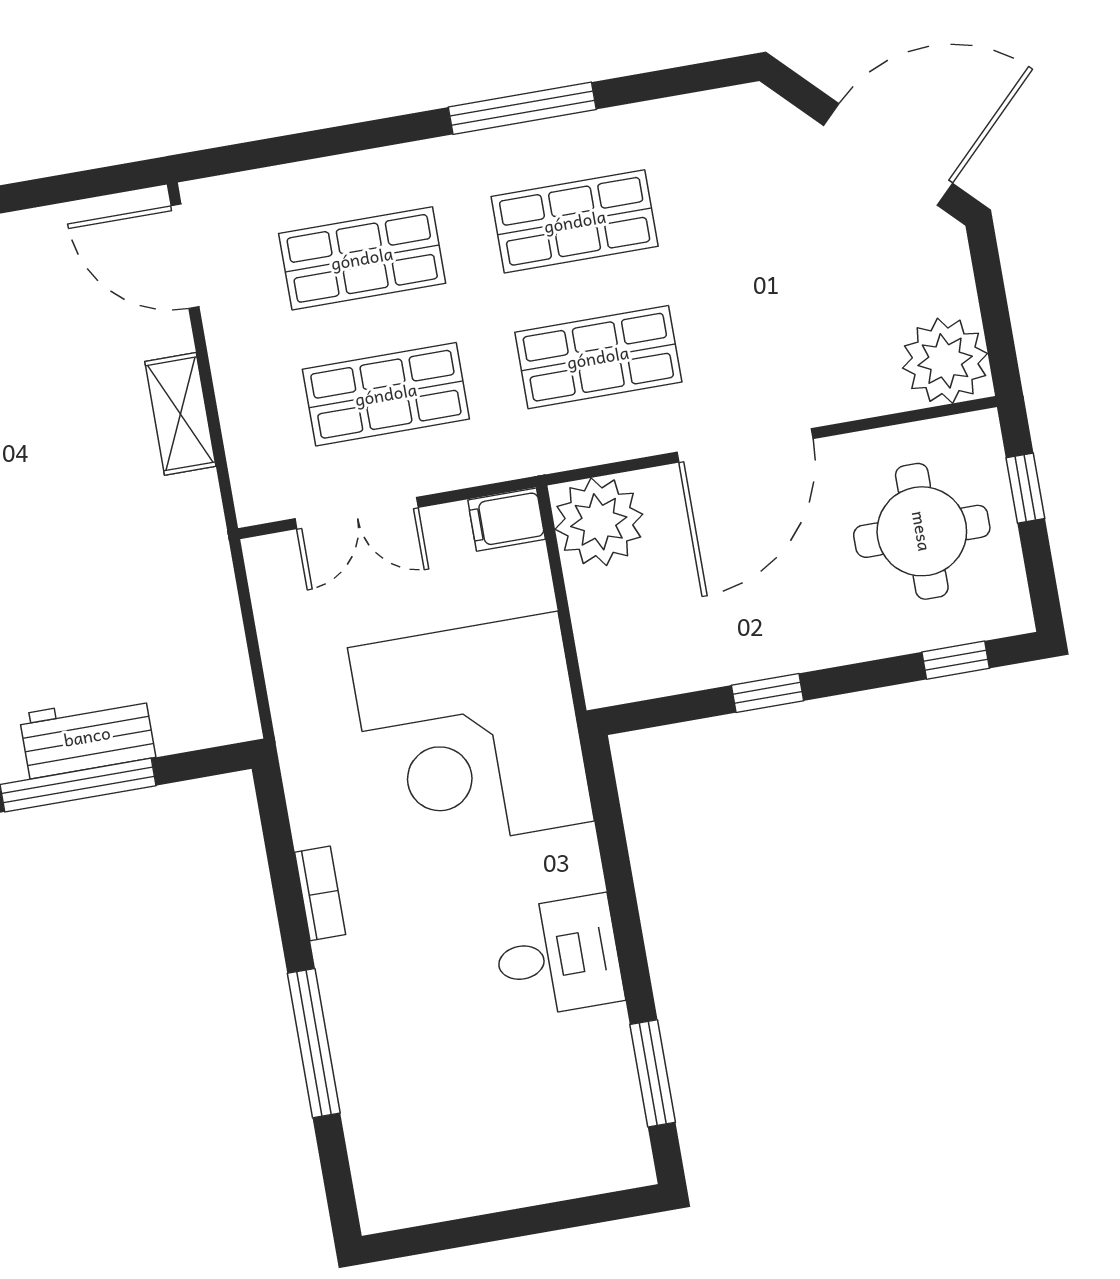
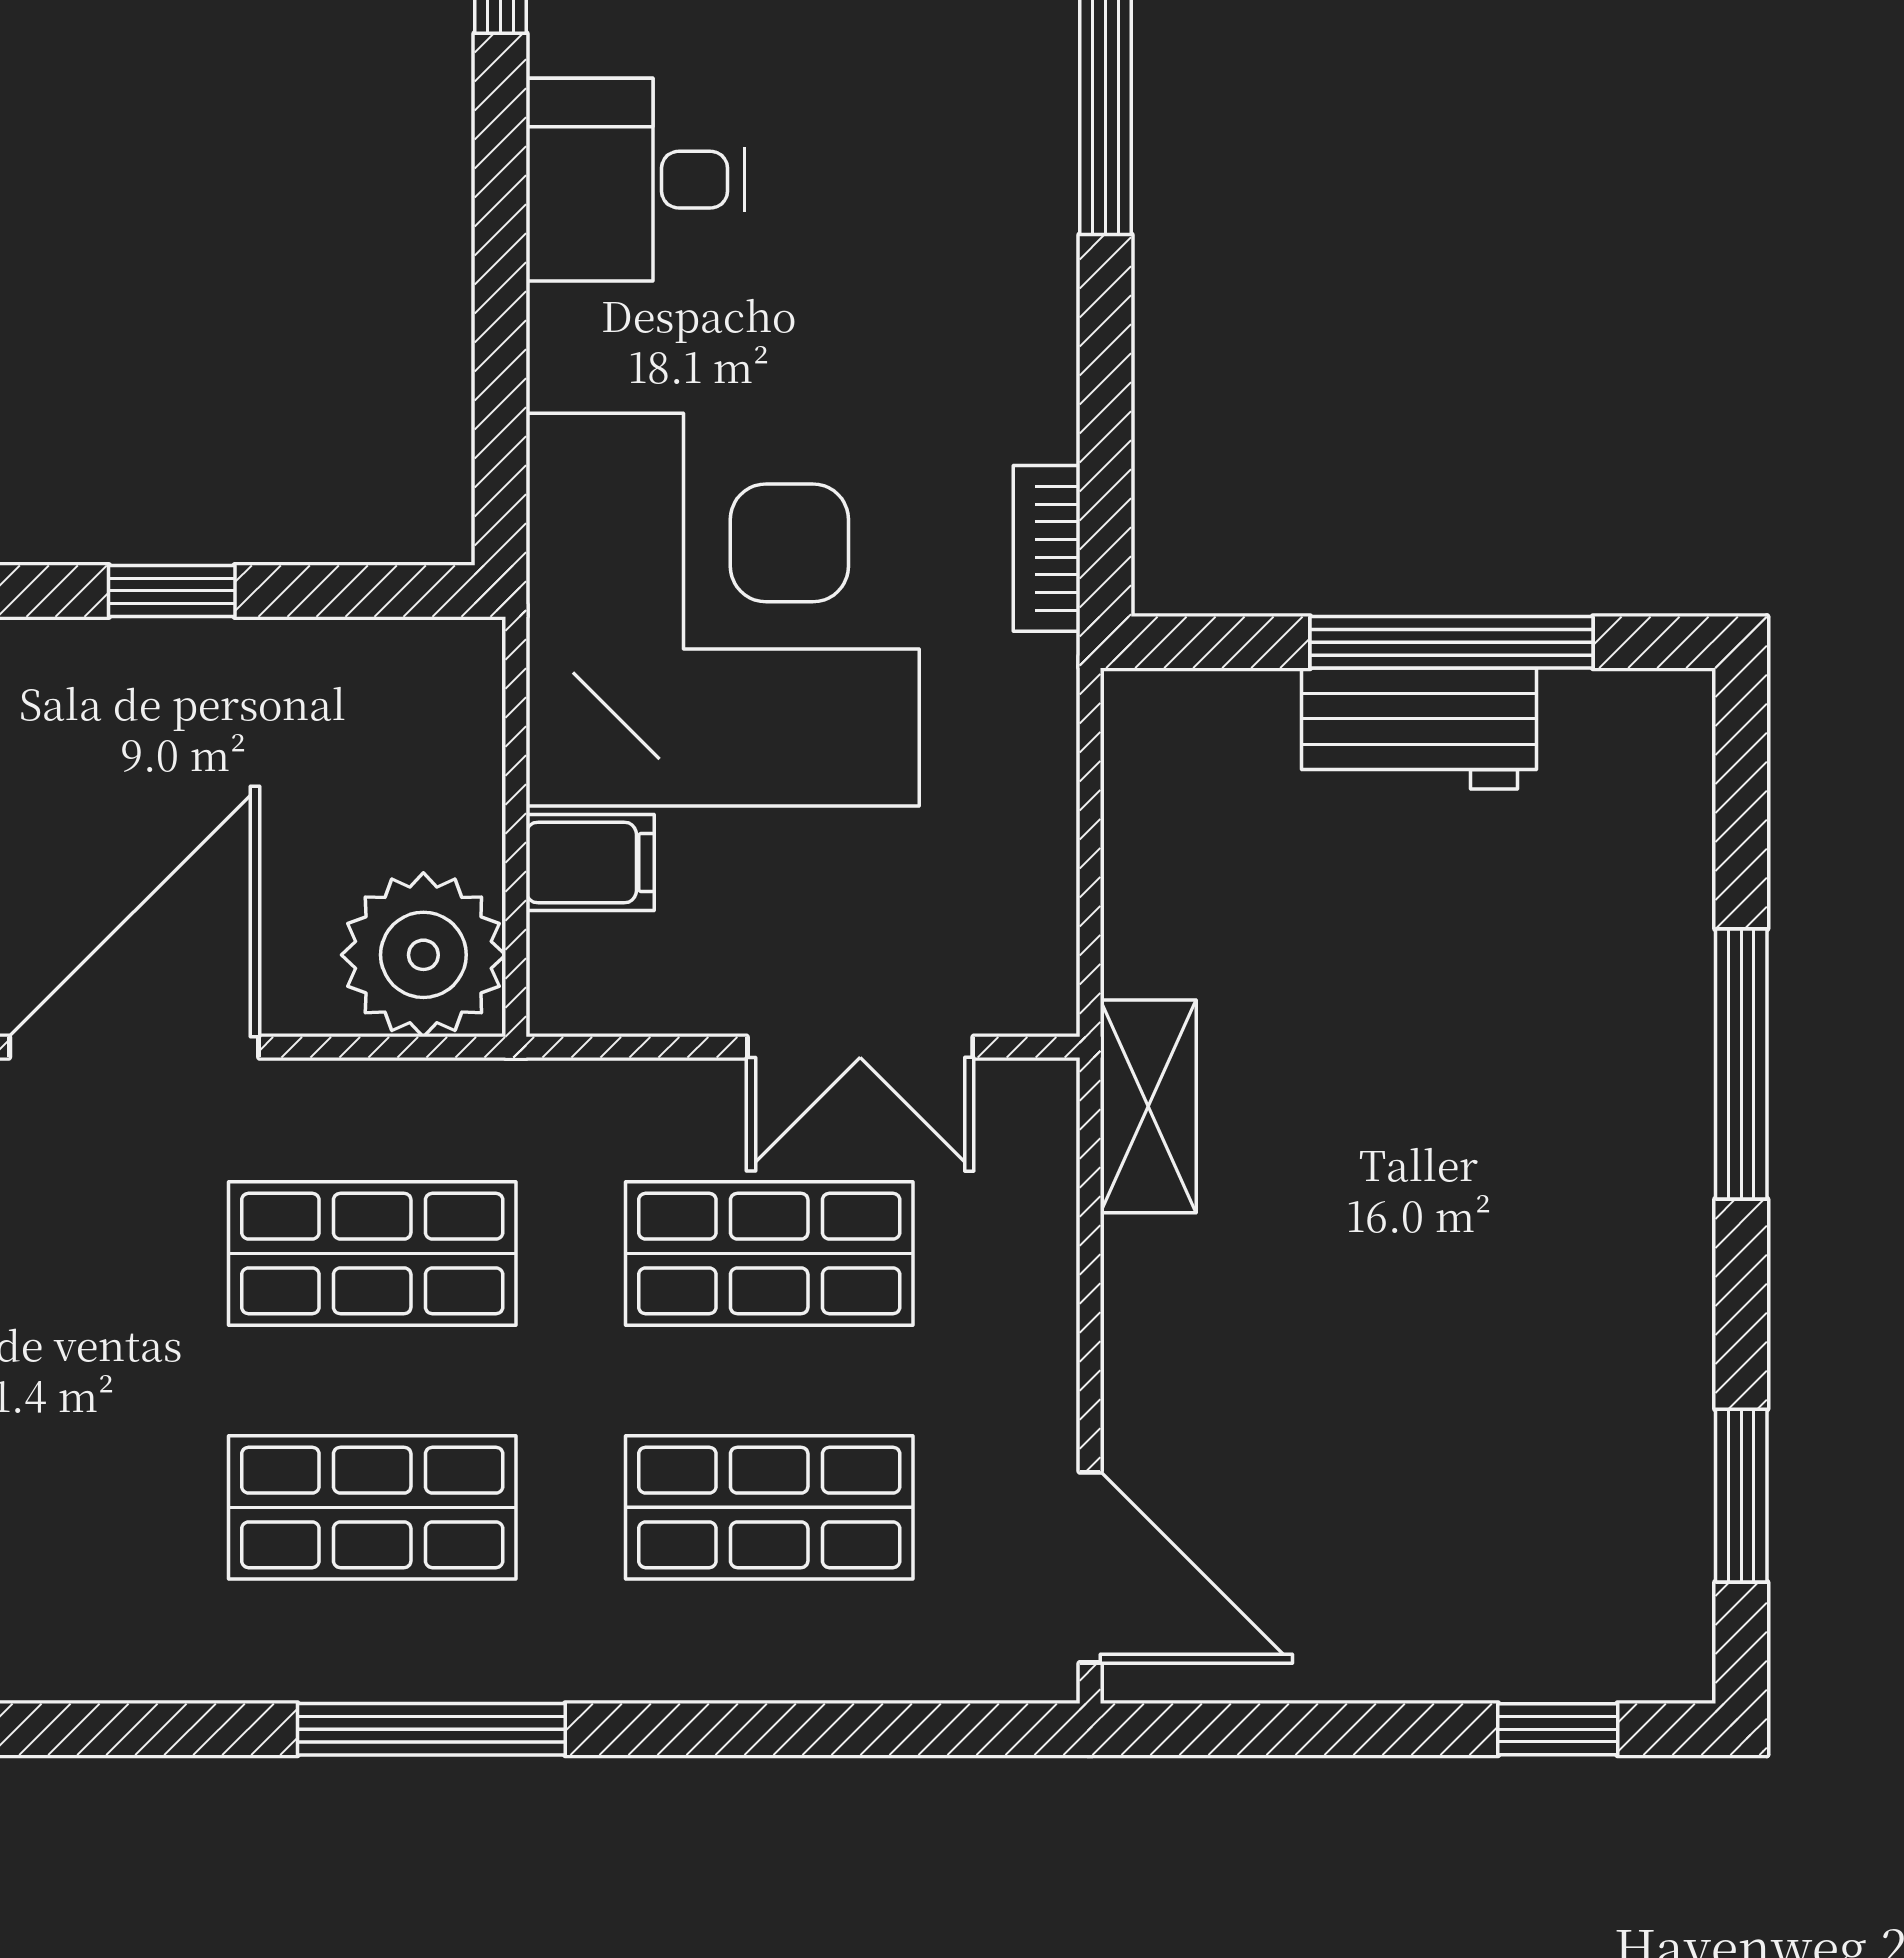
shelving: (180, 414) -> (1148, 1106), moved
double door: (357, 513) -> (860, 1047), swing flipped
filing cabinet: (507, 520) -> (590, 862), moved
bookcase: (320, 893) -> (1047, 548), moved

